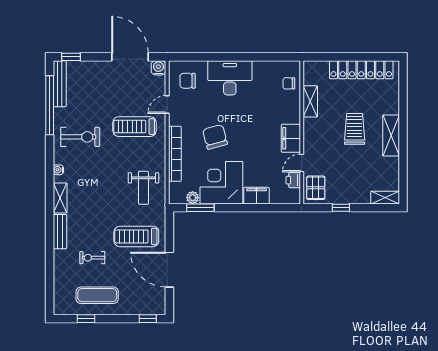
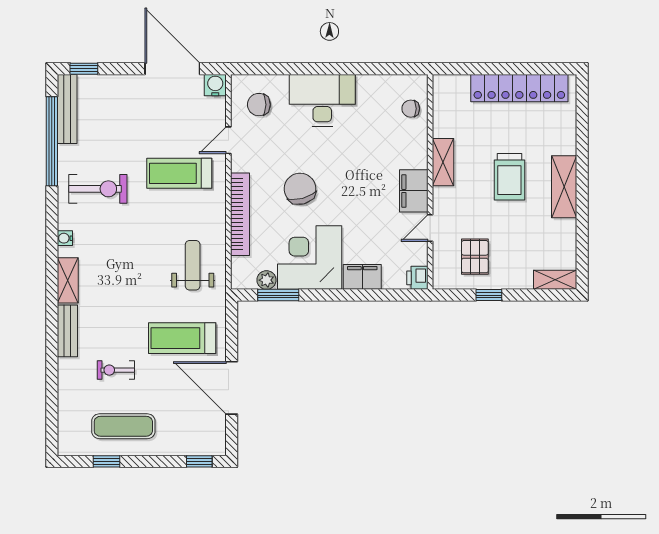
shelving: (310, 101) -> (443, 162), moved
trolley: (355, 129) -> (509, 177), turned 180
printer: (293, 180) -> (417, 278), moved
weight bench: (143, 188) -> (193, 265), turned 180
pallet: (316, 188) -> (475, 257), moved

